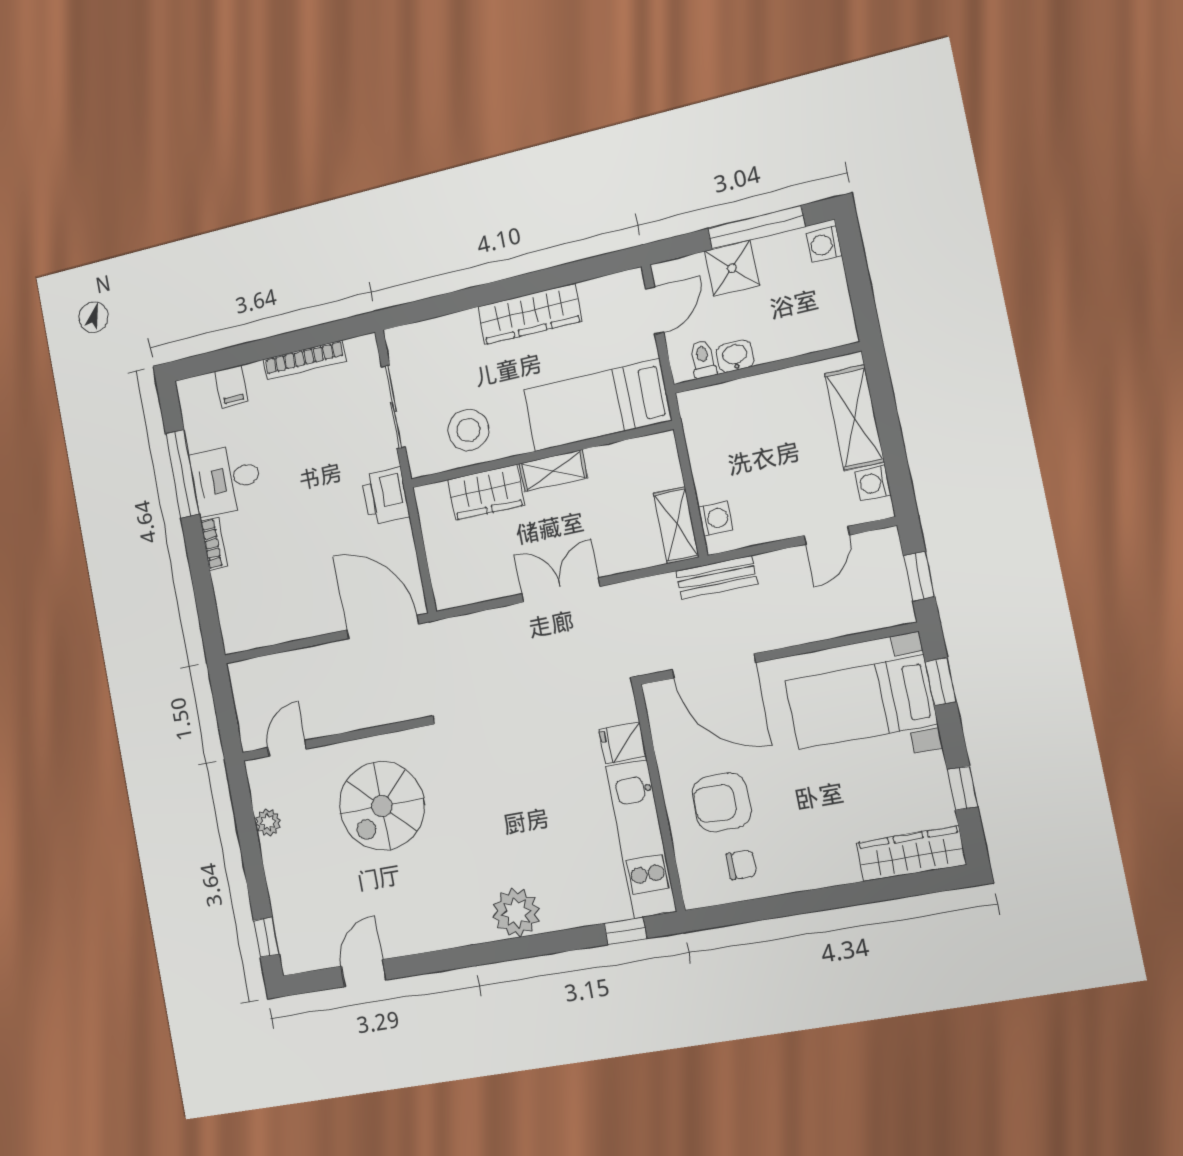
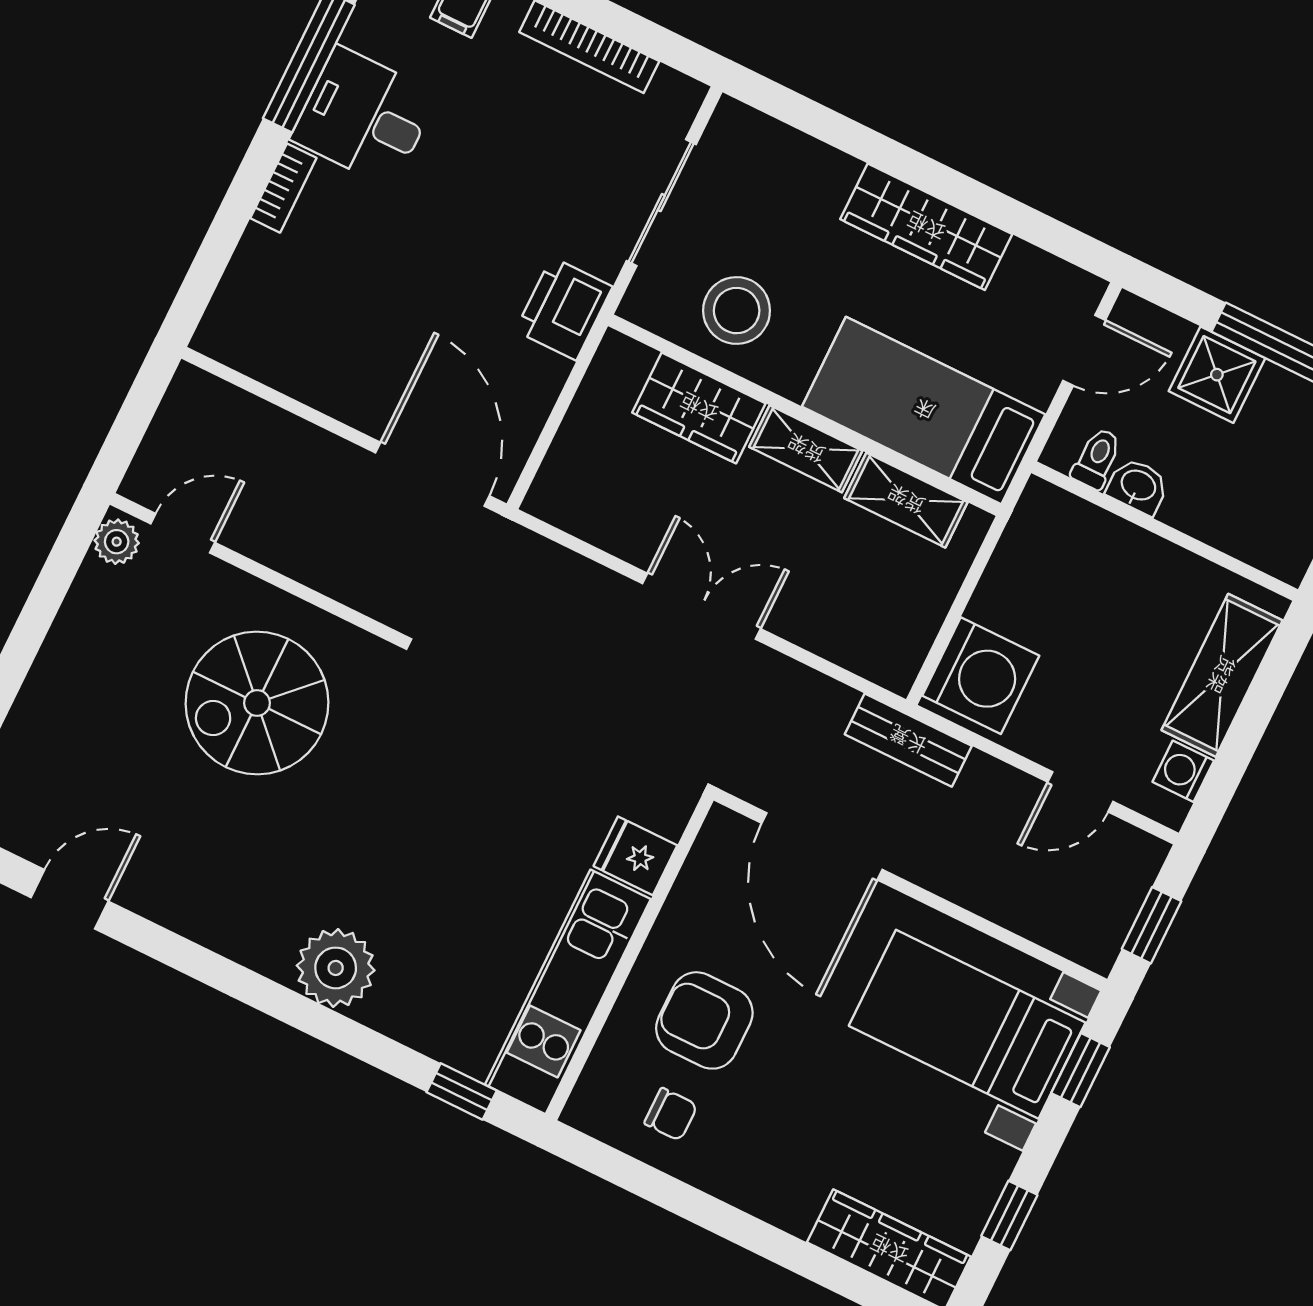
washing machine: (715, 518) -> (981, 676), width x1.89, depth x1.89
shelving: (676, 525) -> (906, 500), moved, turned 90
plant: (268, 822) -> (117, 542), moved

